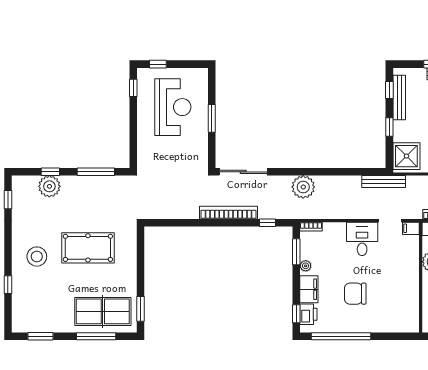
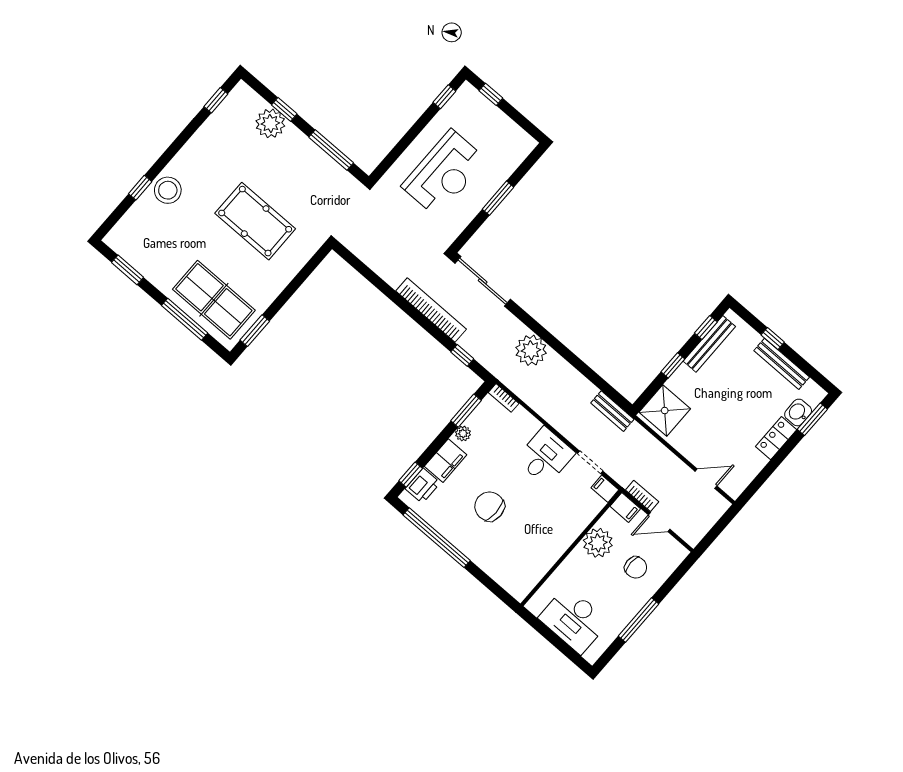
reception desk: (173, 107) -> (444, 173), moved
bench: (384, 182) -> (612, 411), width x0.73
stool: (37, 257) -> (168, 190), moved

